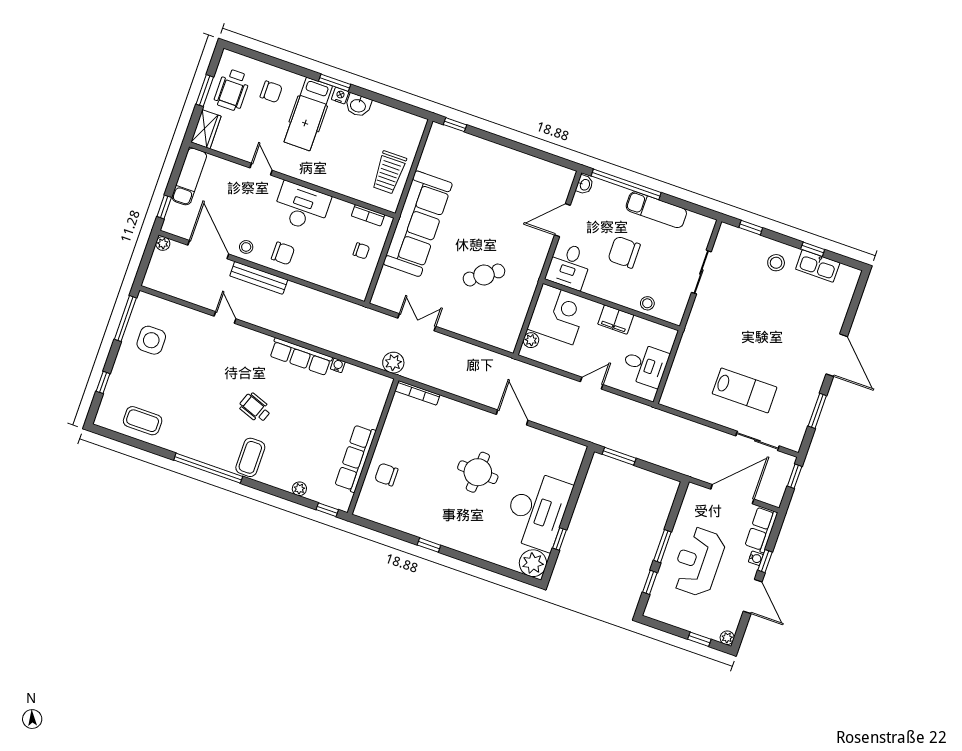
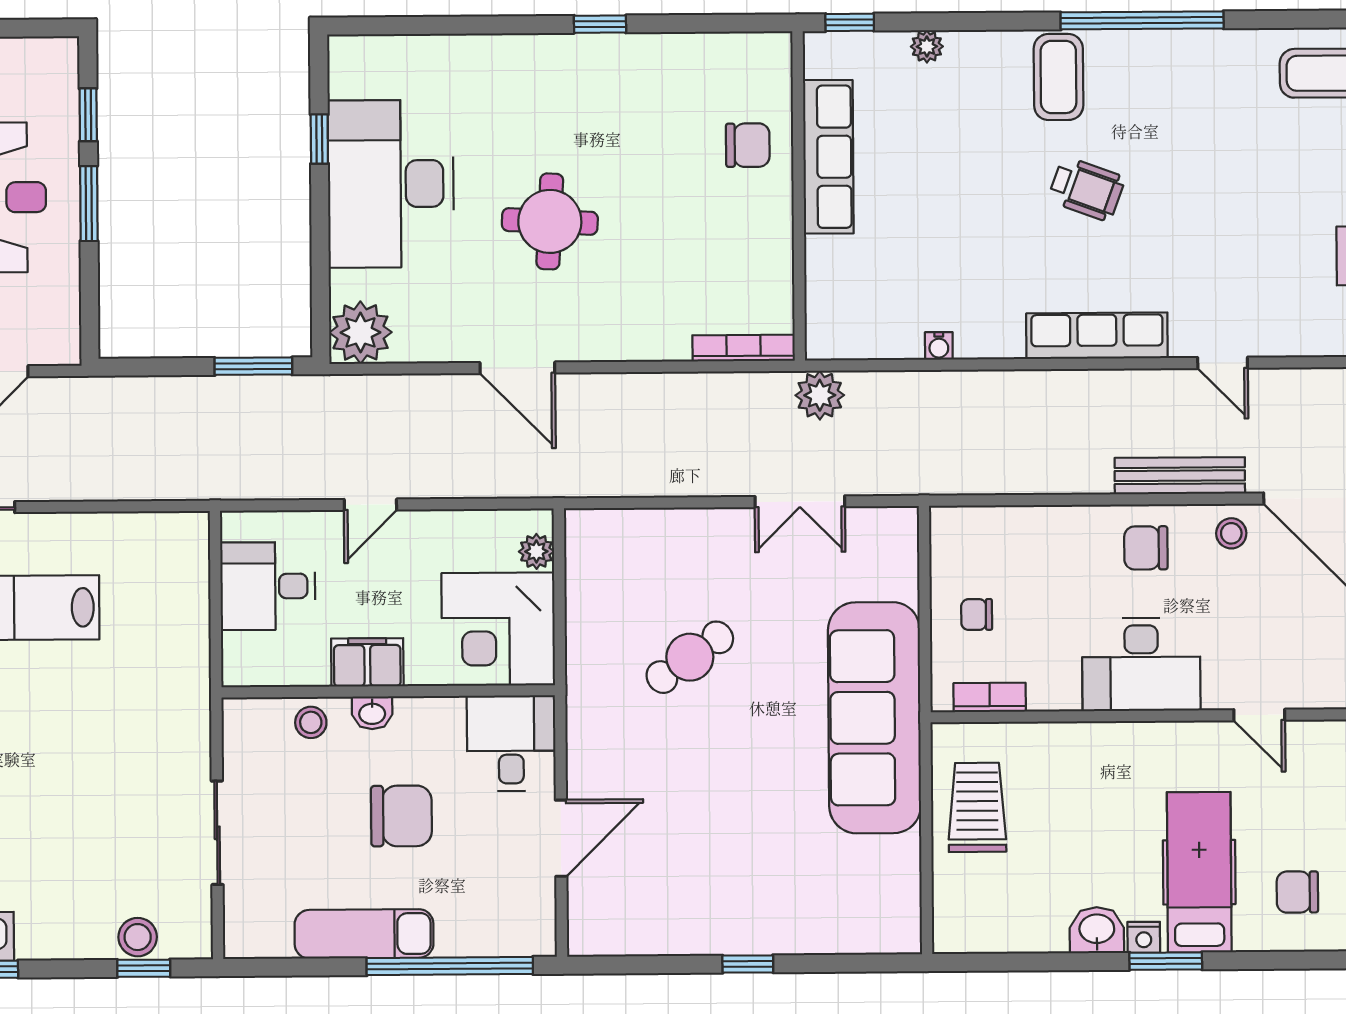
window: (455, 125) -> (748, 964), moved
washbasin: (585, 185) -> (372, 713), moved, turned -90
stool: (776, 263) -> (138, 937), moved
row of seats: (301, 357) -> (1097, 336), moved
plant: (533, 563) -> (360, 332), moved

